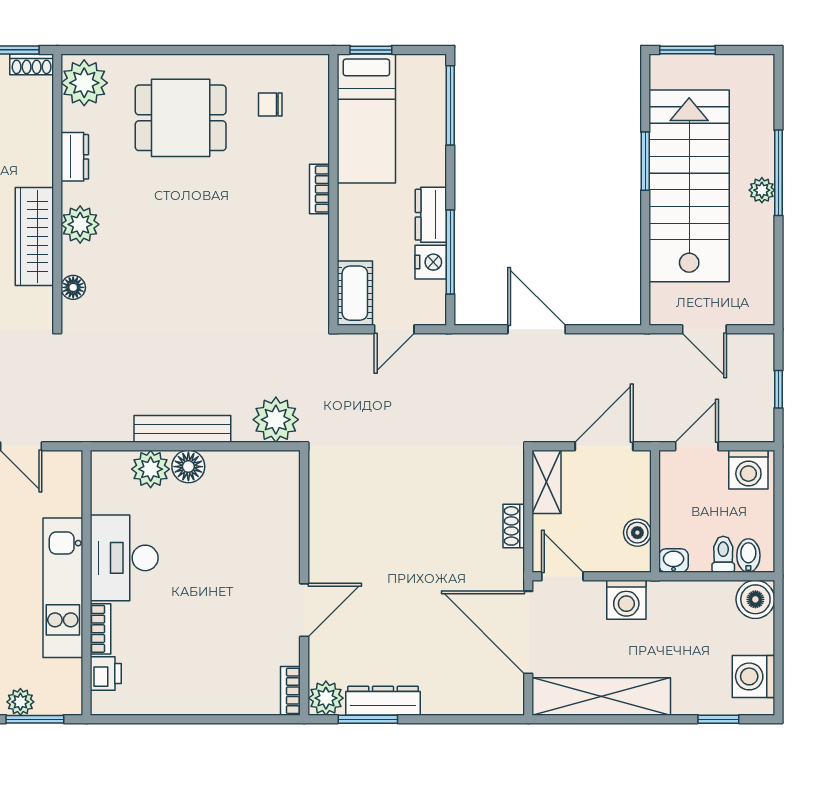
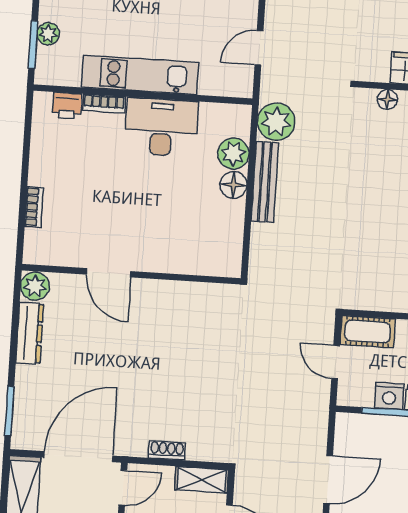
plant: (276, 420) -> (276, 122), moved
bookcase: (290, 691) -> (34, 207), moved, turned 90
window: (368, 719) -> (9, 411), moved

